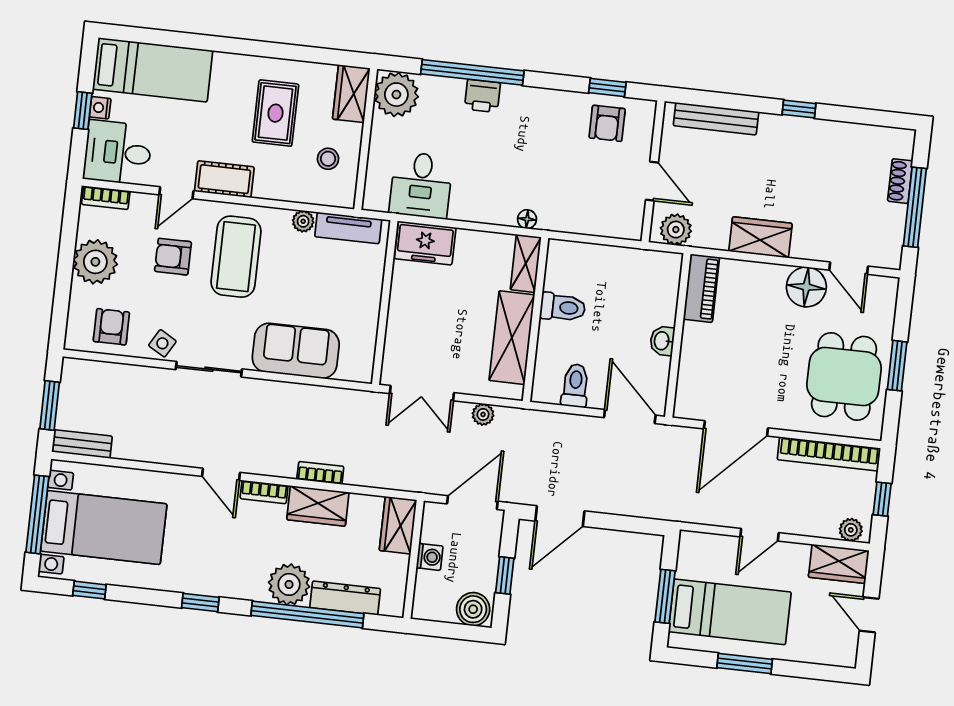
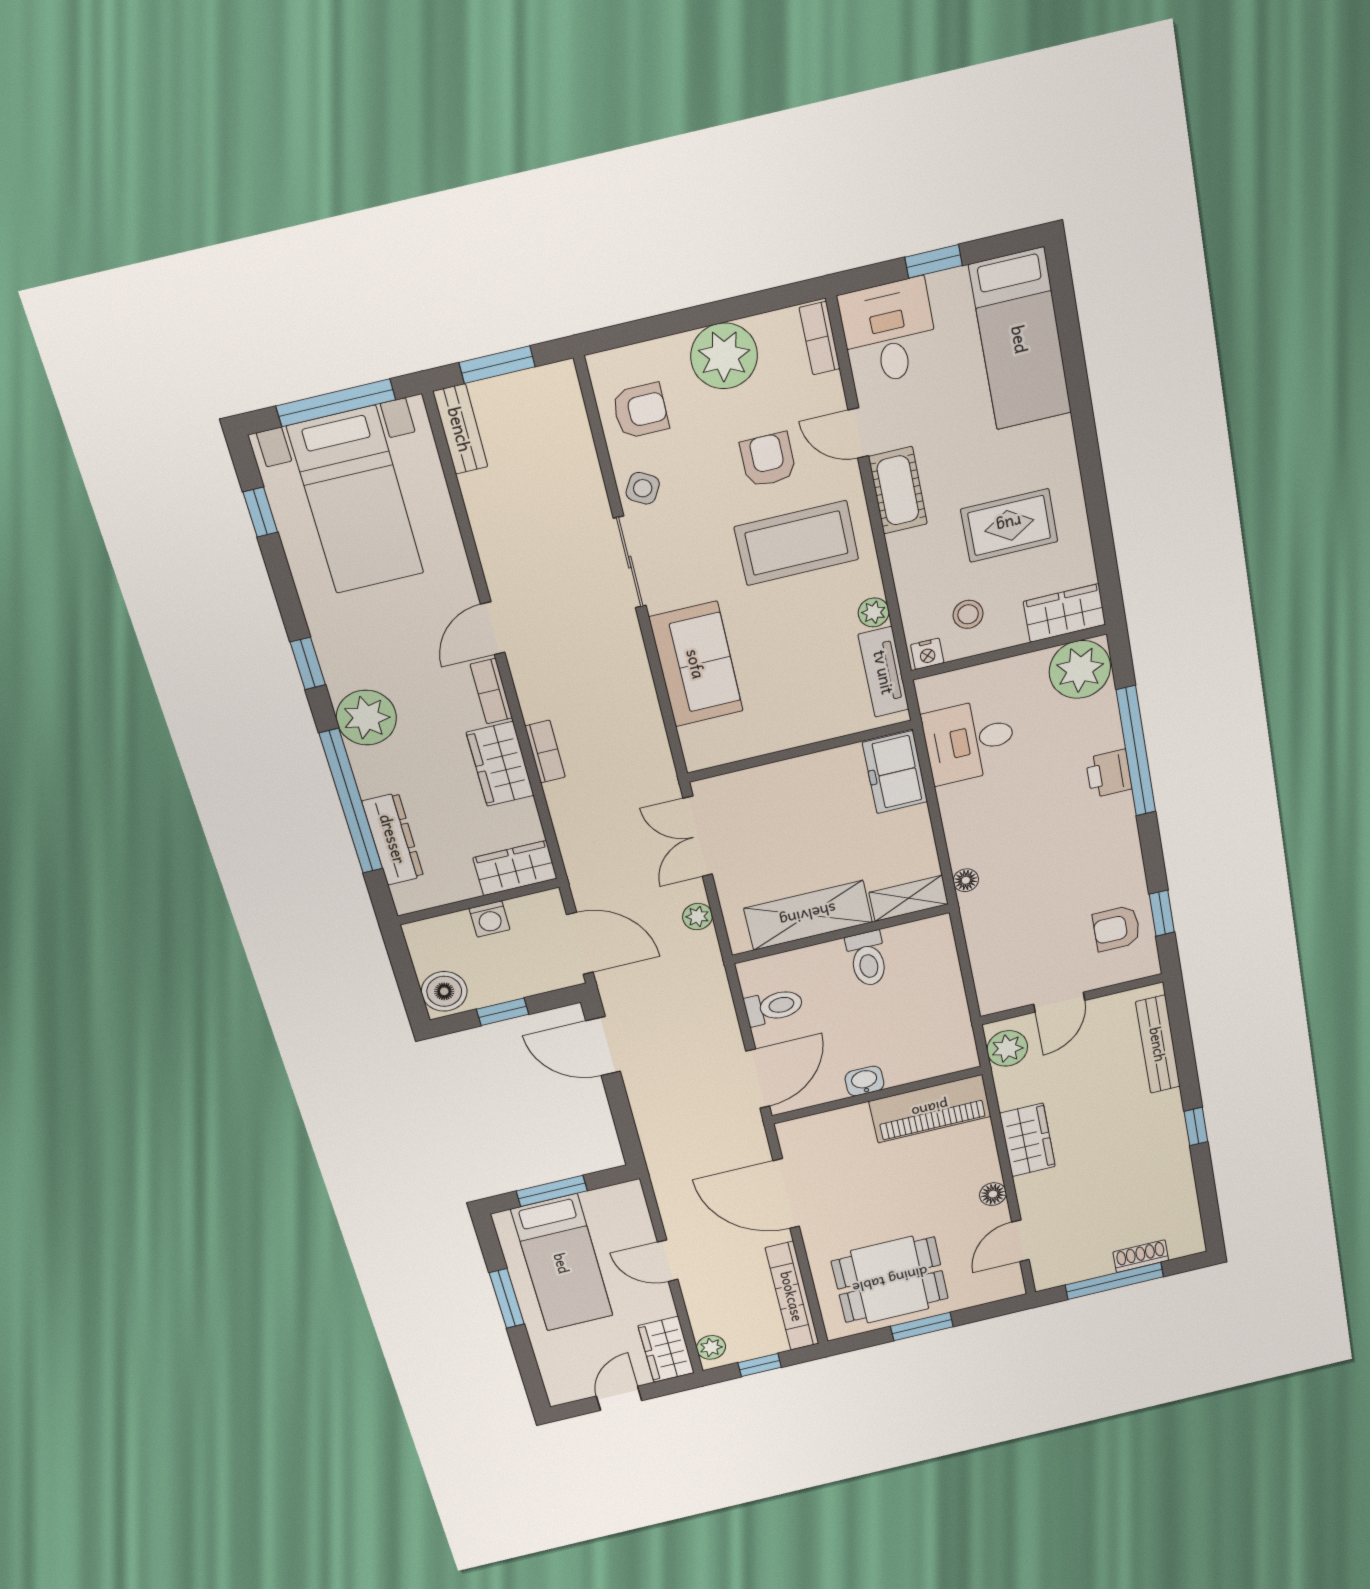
nightstand: (100, 108) -> (927, 654), moved, turned 180
floor lamp: (806, 287) -> (993, 1194), width x0.53, depth x0.53
piano: (701, 288) -> (930, 1109), width x1.37, depth x1.33
plant: (289, 584) -> (366, 718), moved

